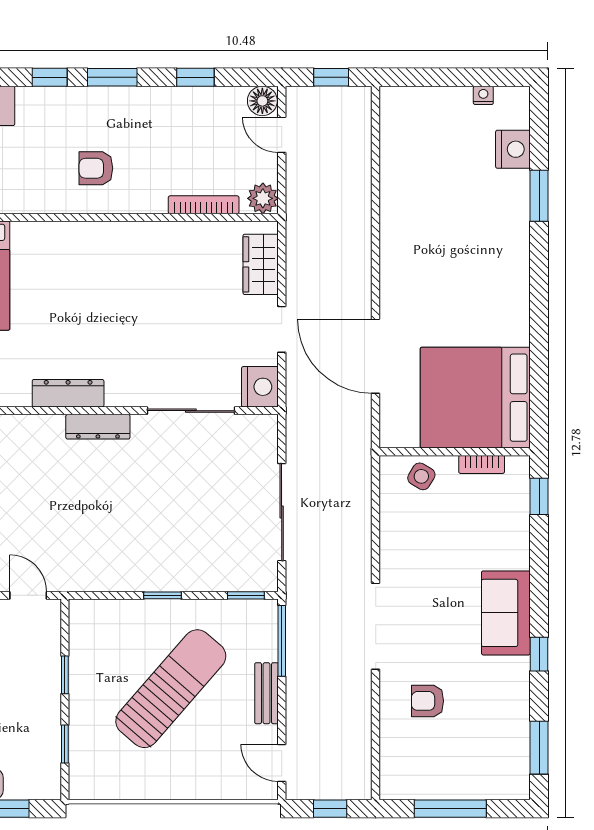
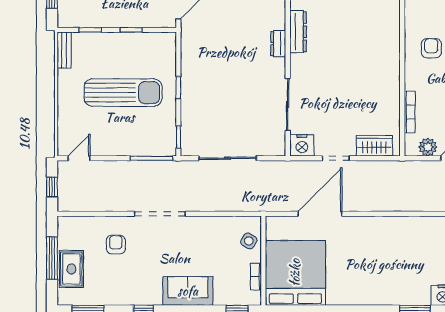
plant: (263, 198) -> (428, 147), moved
dresser: (98, 427) -> (278, 44), width x0.70
sofa: (506, 613) -> (188, 291), moved
sun lounger: (171, 689) -> (123, 93), turned -41
bench: (267, 693) -> (64, 50), moved, turned 90
rug: (469, 776) -> (71, 269), added

